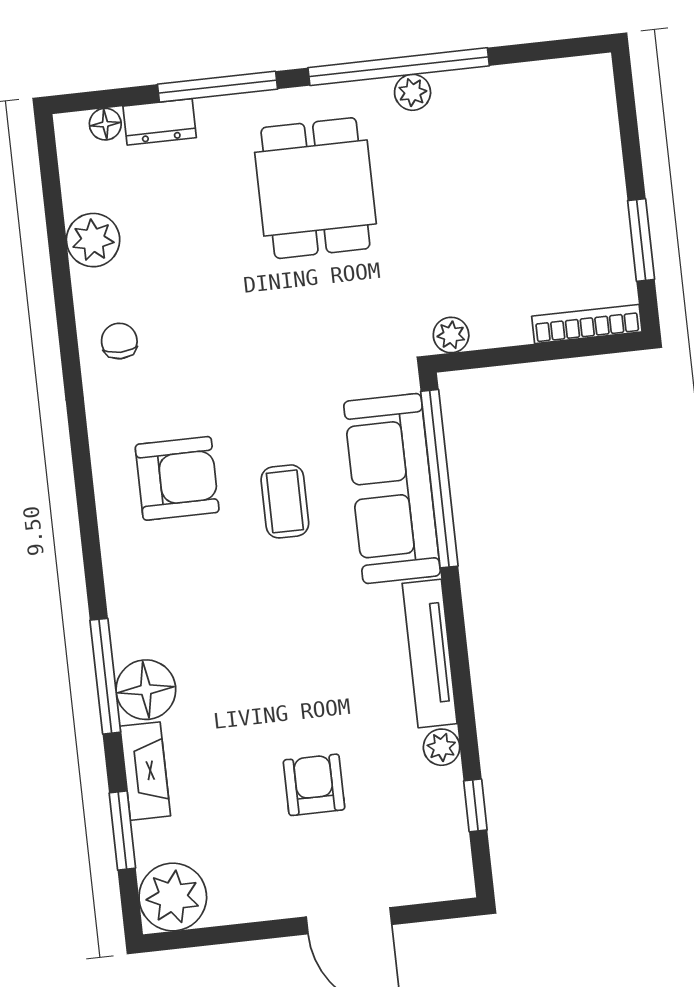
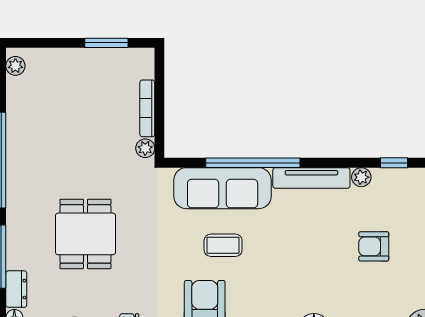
plant: (413, 92) -> (15, 66), moved
dining table: (315, 188) -> (85, 234), moved, turned 90
bookcase: (587, 324) -> (147, 108), moved
window: (439, 479) -> (253, 163), moved

